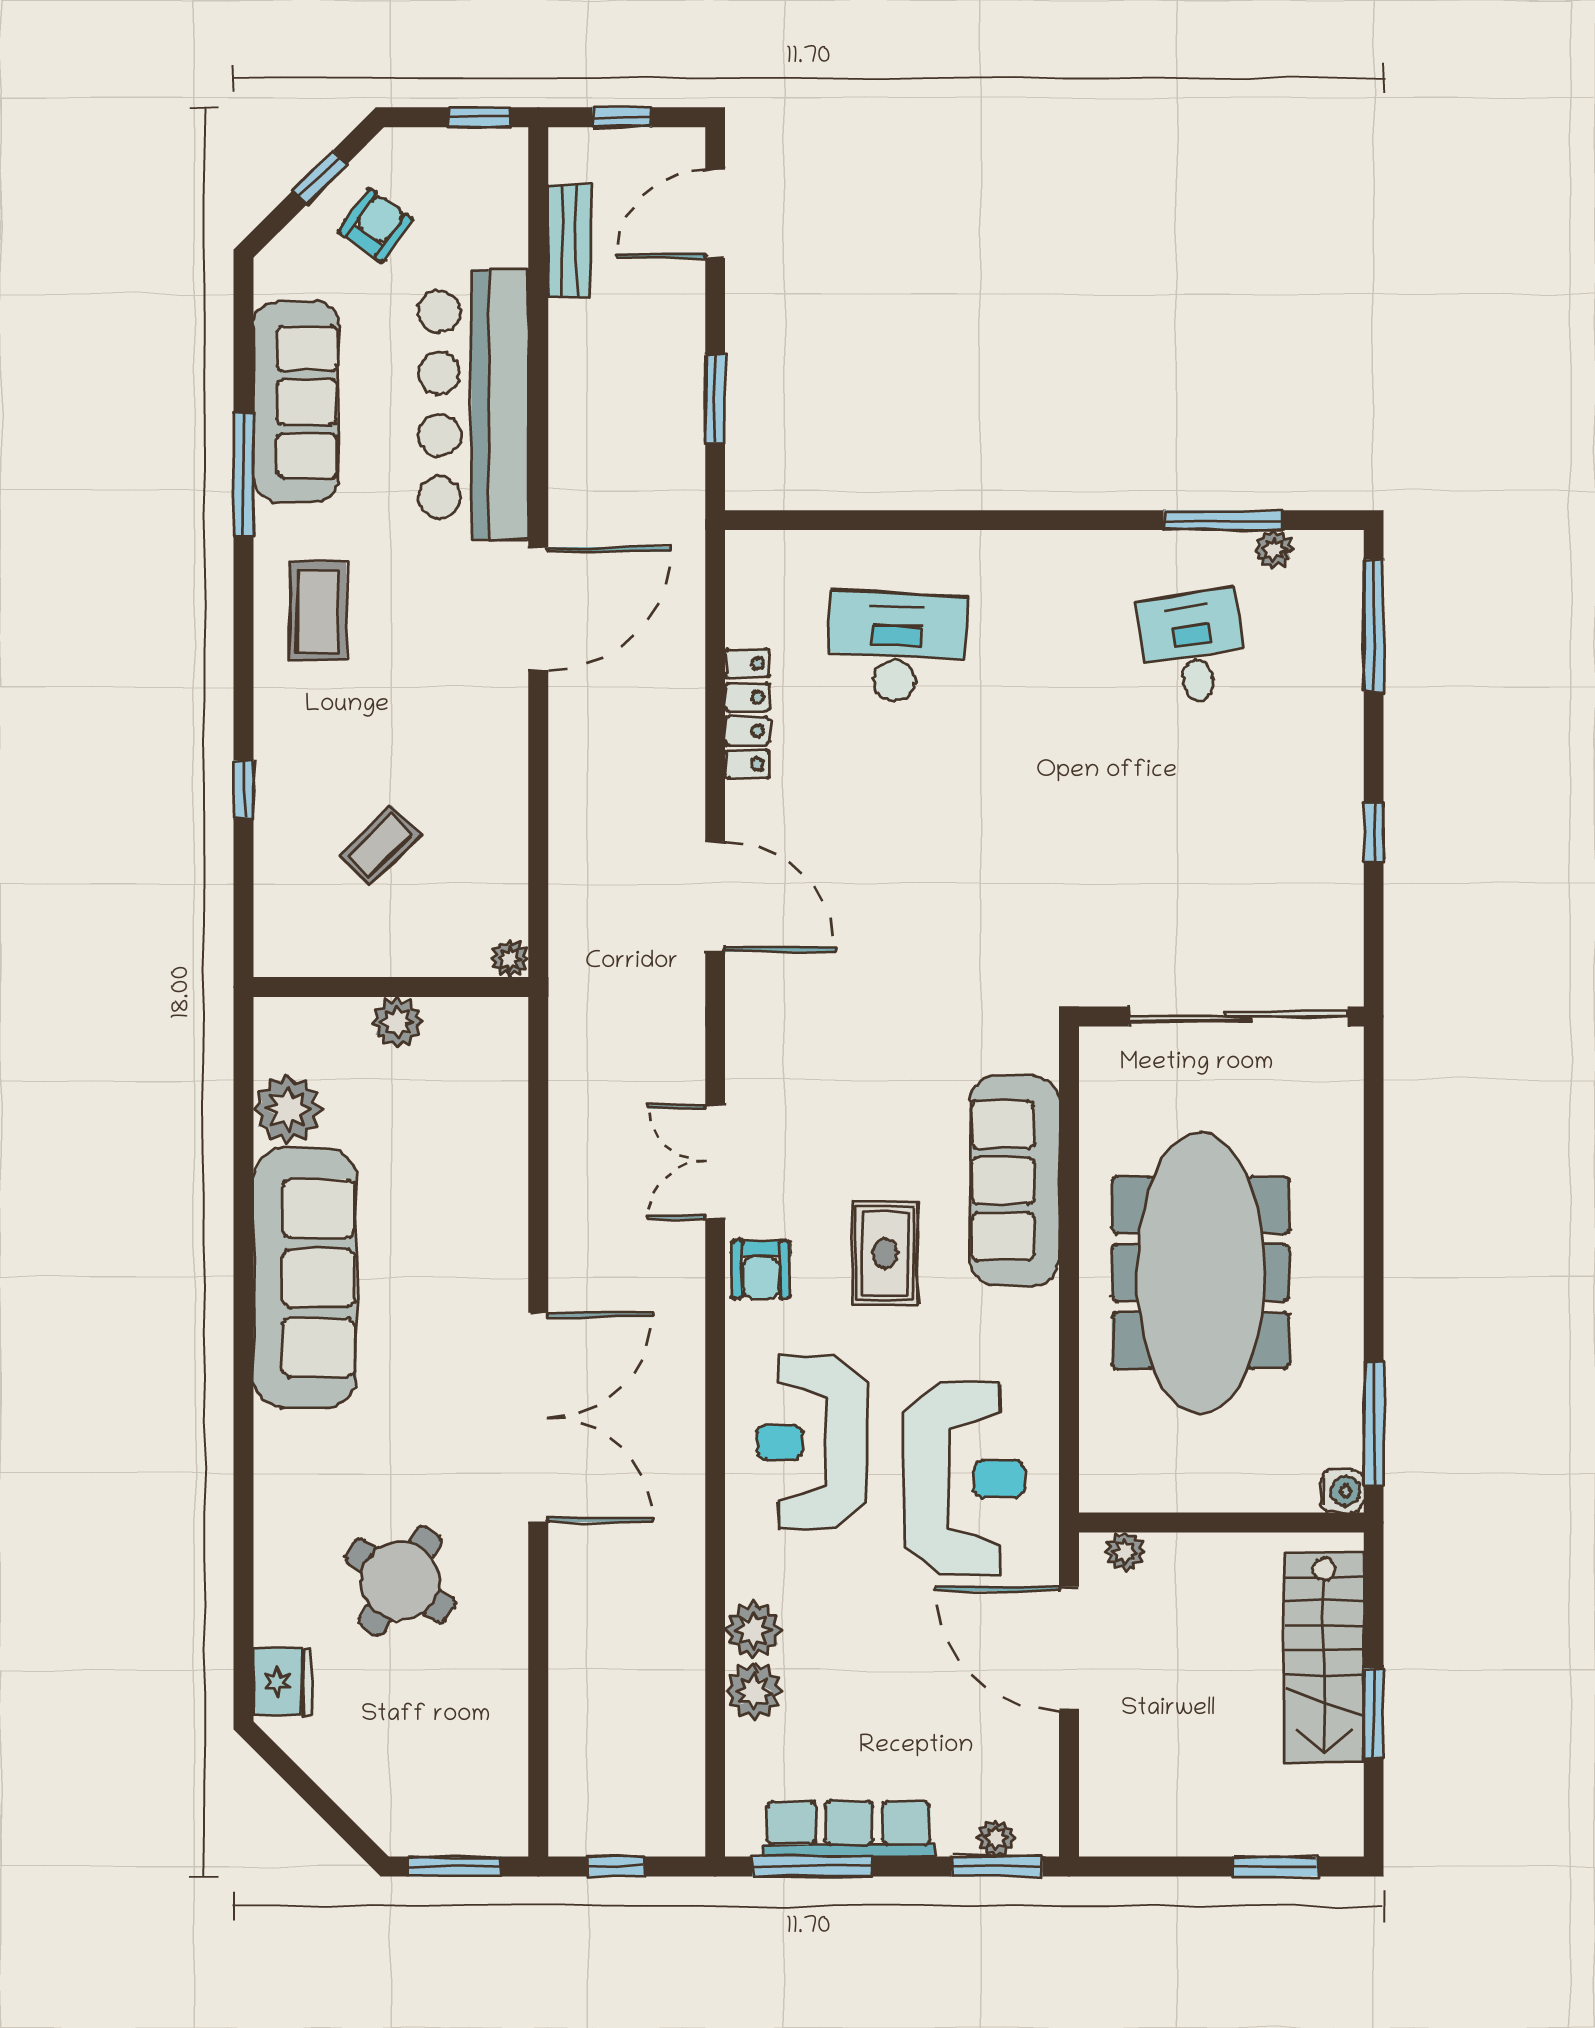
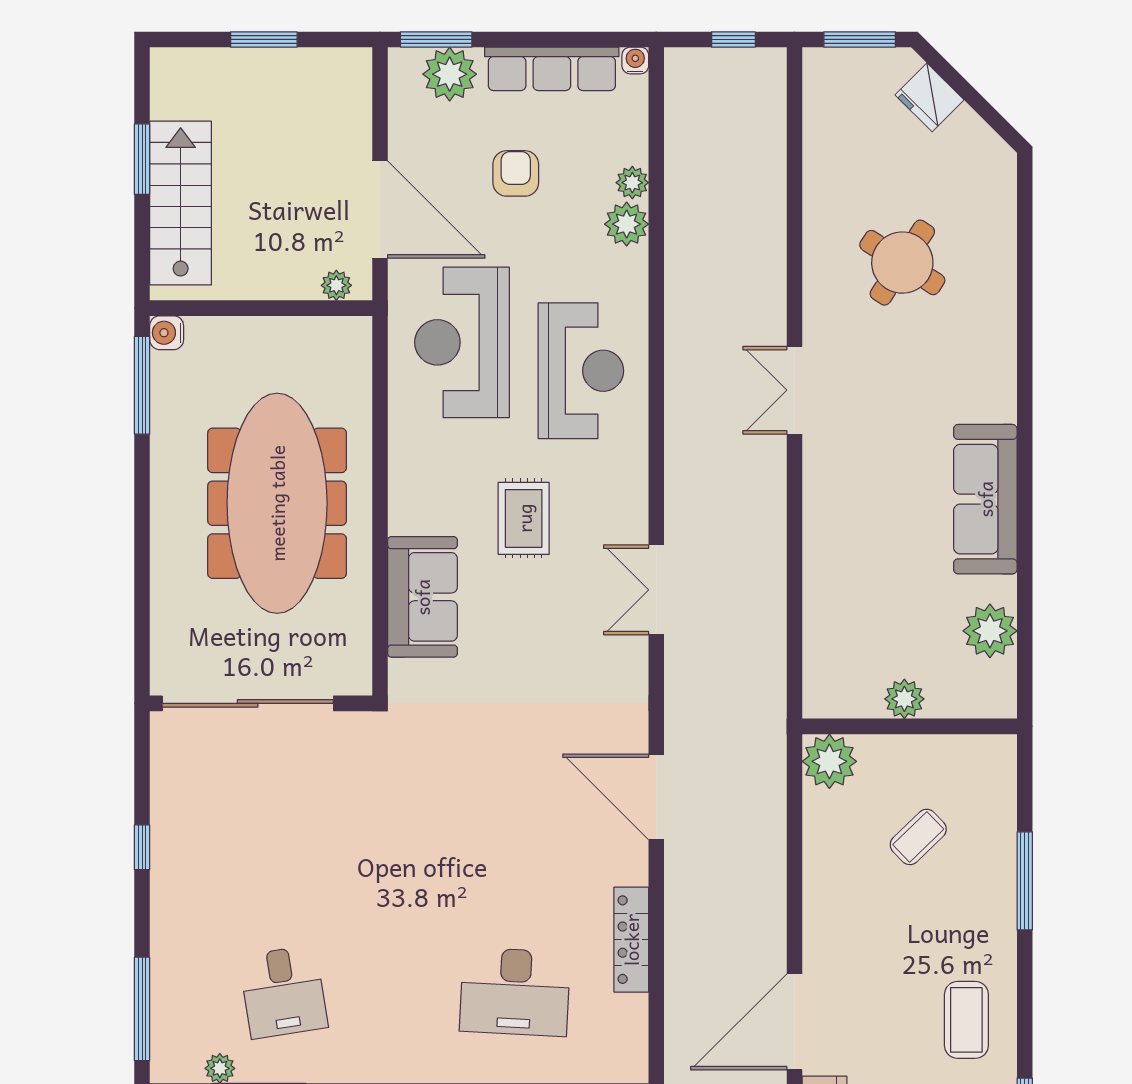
window: (243, 789) -> (1025, 881), width x2.17
plant: (510, 959) -> (829, 761), width x1.87, depth x1.87
double door: (715, 1162) -> (656, 590), swing flipped
sofa: (1015, 1181) -> (422, 597), width x0.73
armchair: (761, 1270) -> (516, 173), moved
sofa: (305, 1278) -> (985, 499), width x0.74, depth x0.79
double door: (538, 1417) -> (794, 390), width x0.54
fridge: (282, 1682) -> (930, 97), moved, turned -45
plant: (754, 1691) -> (632, 183), width x0.73, depth x0.73
plant: (996, 1838) -> (450, 74), width x1.88, depth x1.88
water cooler: (742, 1840) -> (635, 60), added
window: (812, 1867) -> (581, 39), removed
window: (1275, 1867) -> (264, 39), moved

